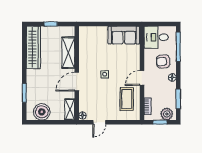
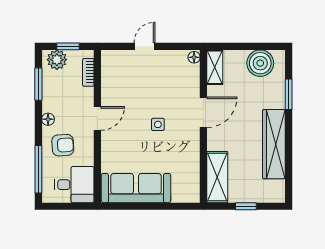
sofa: (124, 35) -> (136, 188), width x1.36
wardrobe: (33, 47) -> (274, 144), moved
shelving: (68, 53) -> (217, 177), moved
coffee table: (127, 99) -> (122, 84), removed
door: (99, 122) -> (144, 46), moved

